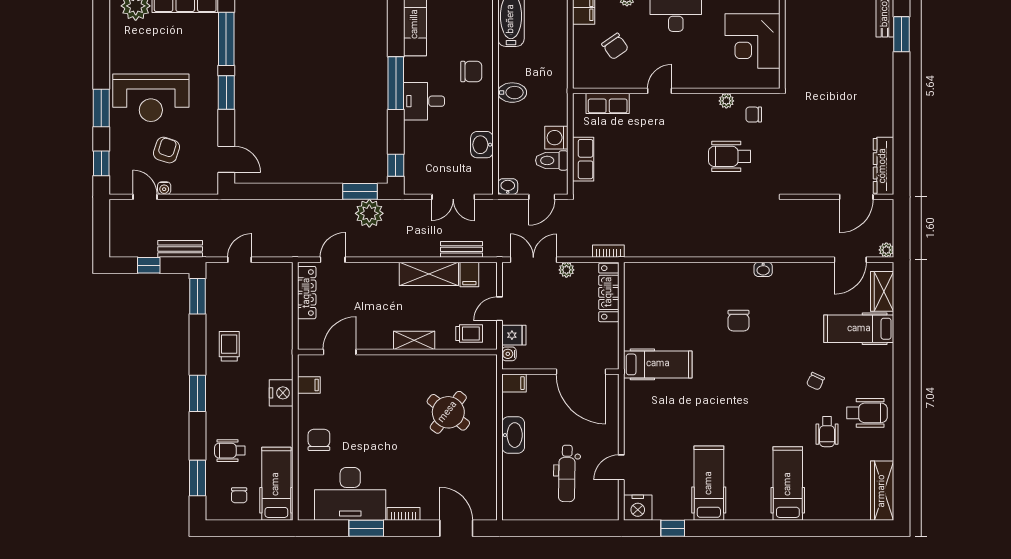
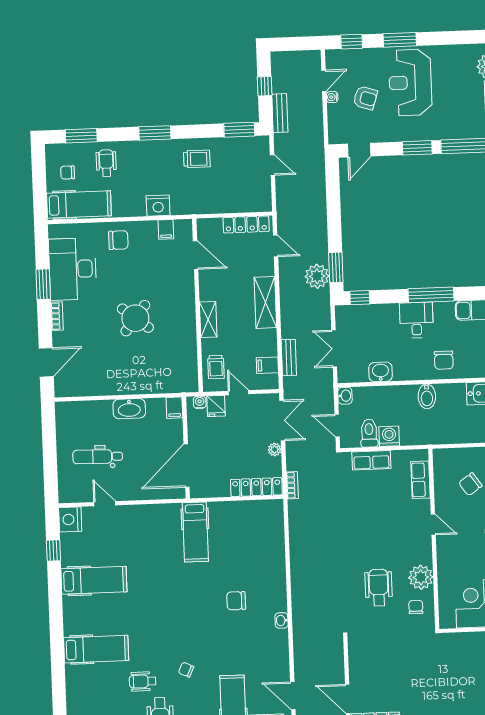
plant: (726, 101) -> (421, 577), width x1.88, depth x1.88
shelving: (429, 274) -> (265, 302), moved
round table: (448, 412) -> (135, 318), moved

